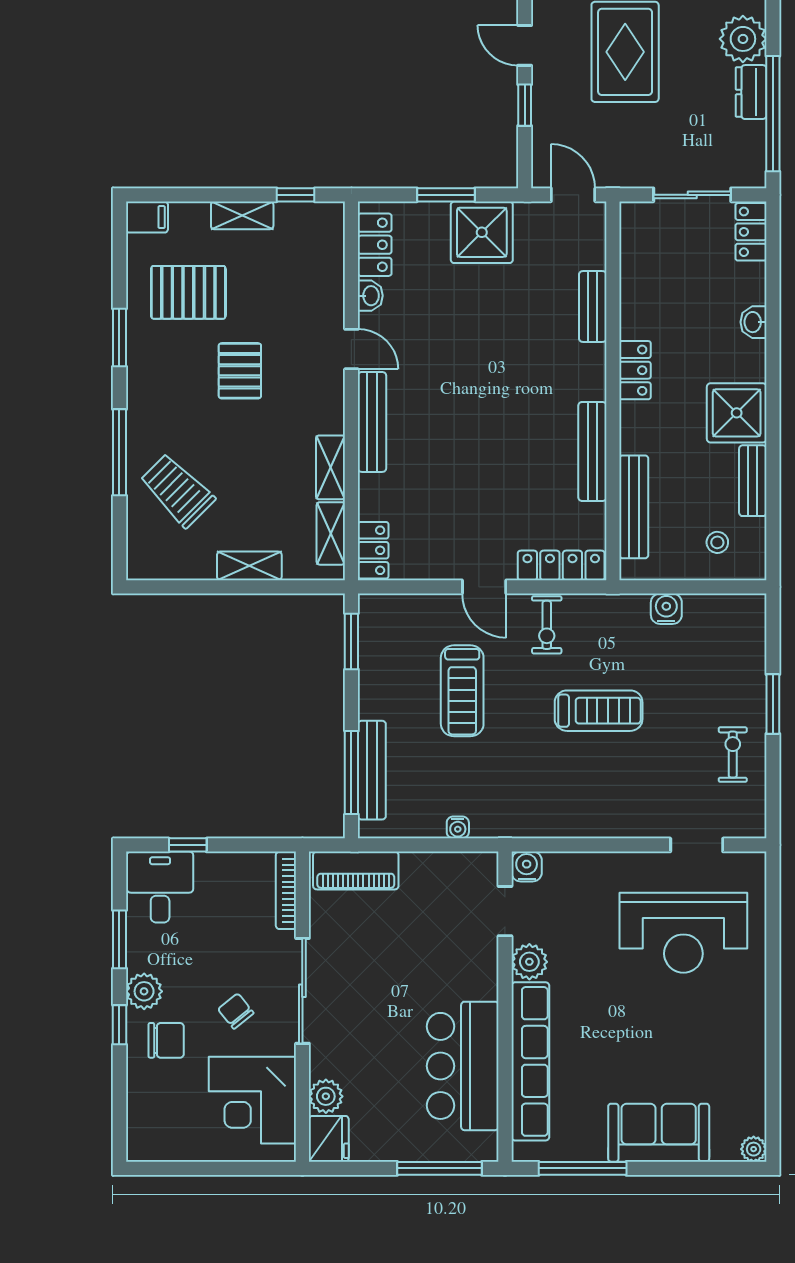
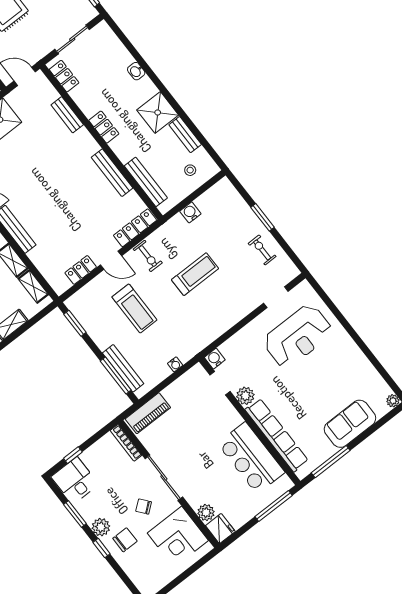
locker: (751, 232) -> (64, 76), moved, turned 180
locker: (373, 550) -> (81, 270), moved, turned -90

